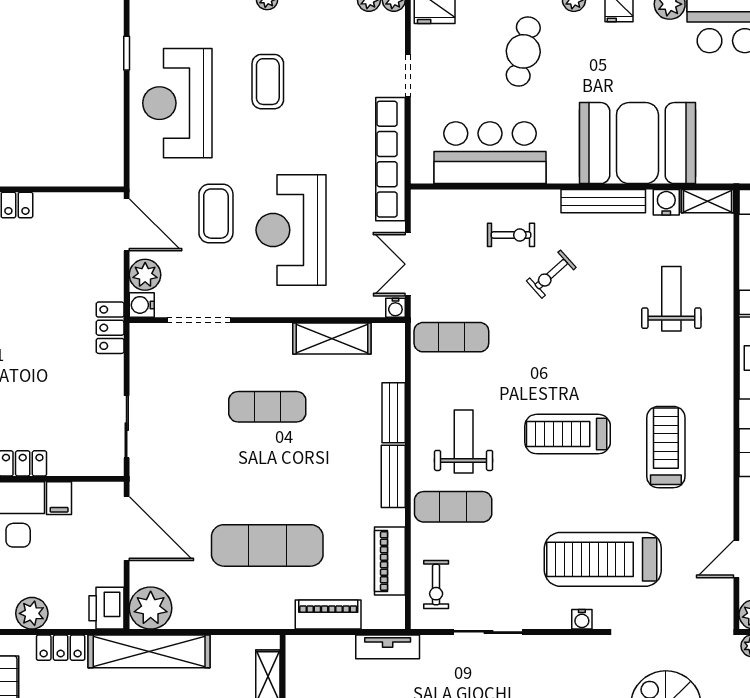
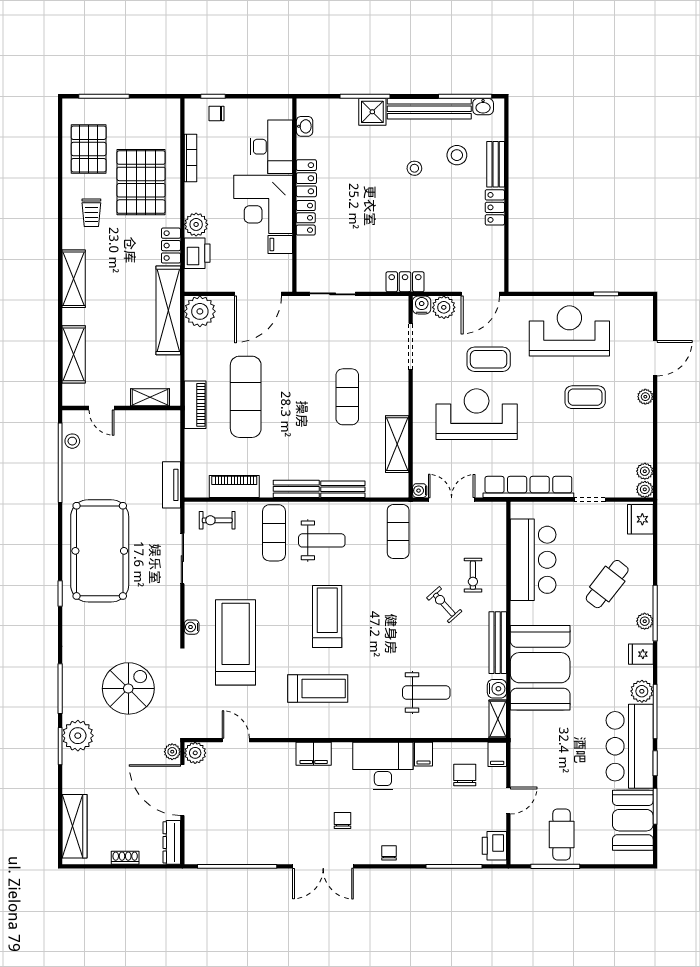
cafe table: (523, 51) -> (607, 584), turned -64
printer: (107, 608) -> (197, 253), moved, turned 90
piano: (328, 615) -> (195, 405), moved

